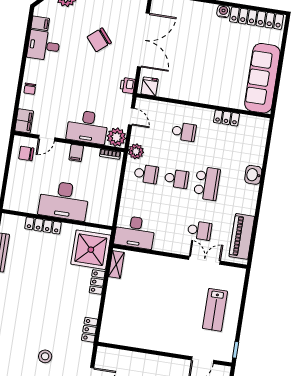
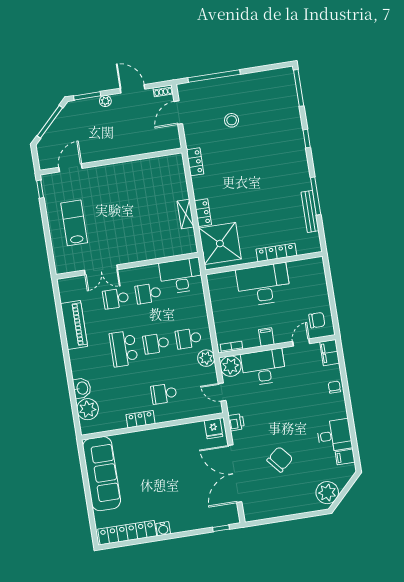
locker: (226, 118) -> (141, 419), moved
plant: (256, 140) -> (88, 409), added
washbasin: (253, 175) -> (82, 388), moved
school desk: (169, 226) -> (148, 293), added
piano: (242, 236) -> (74, 325), moved
shelving: (116, 264) -> (186, 214), moved

